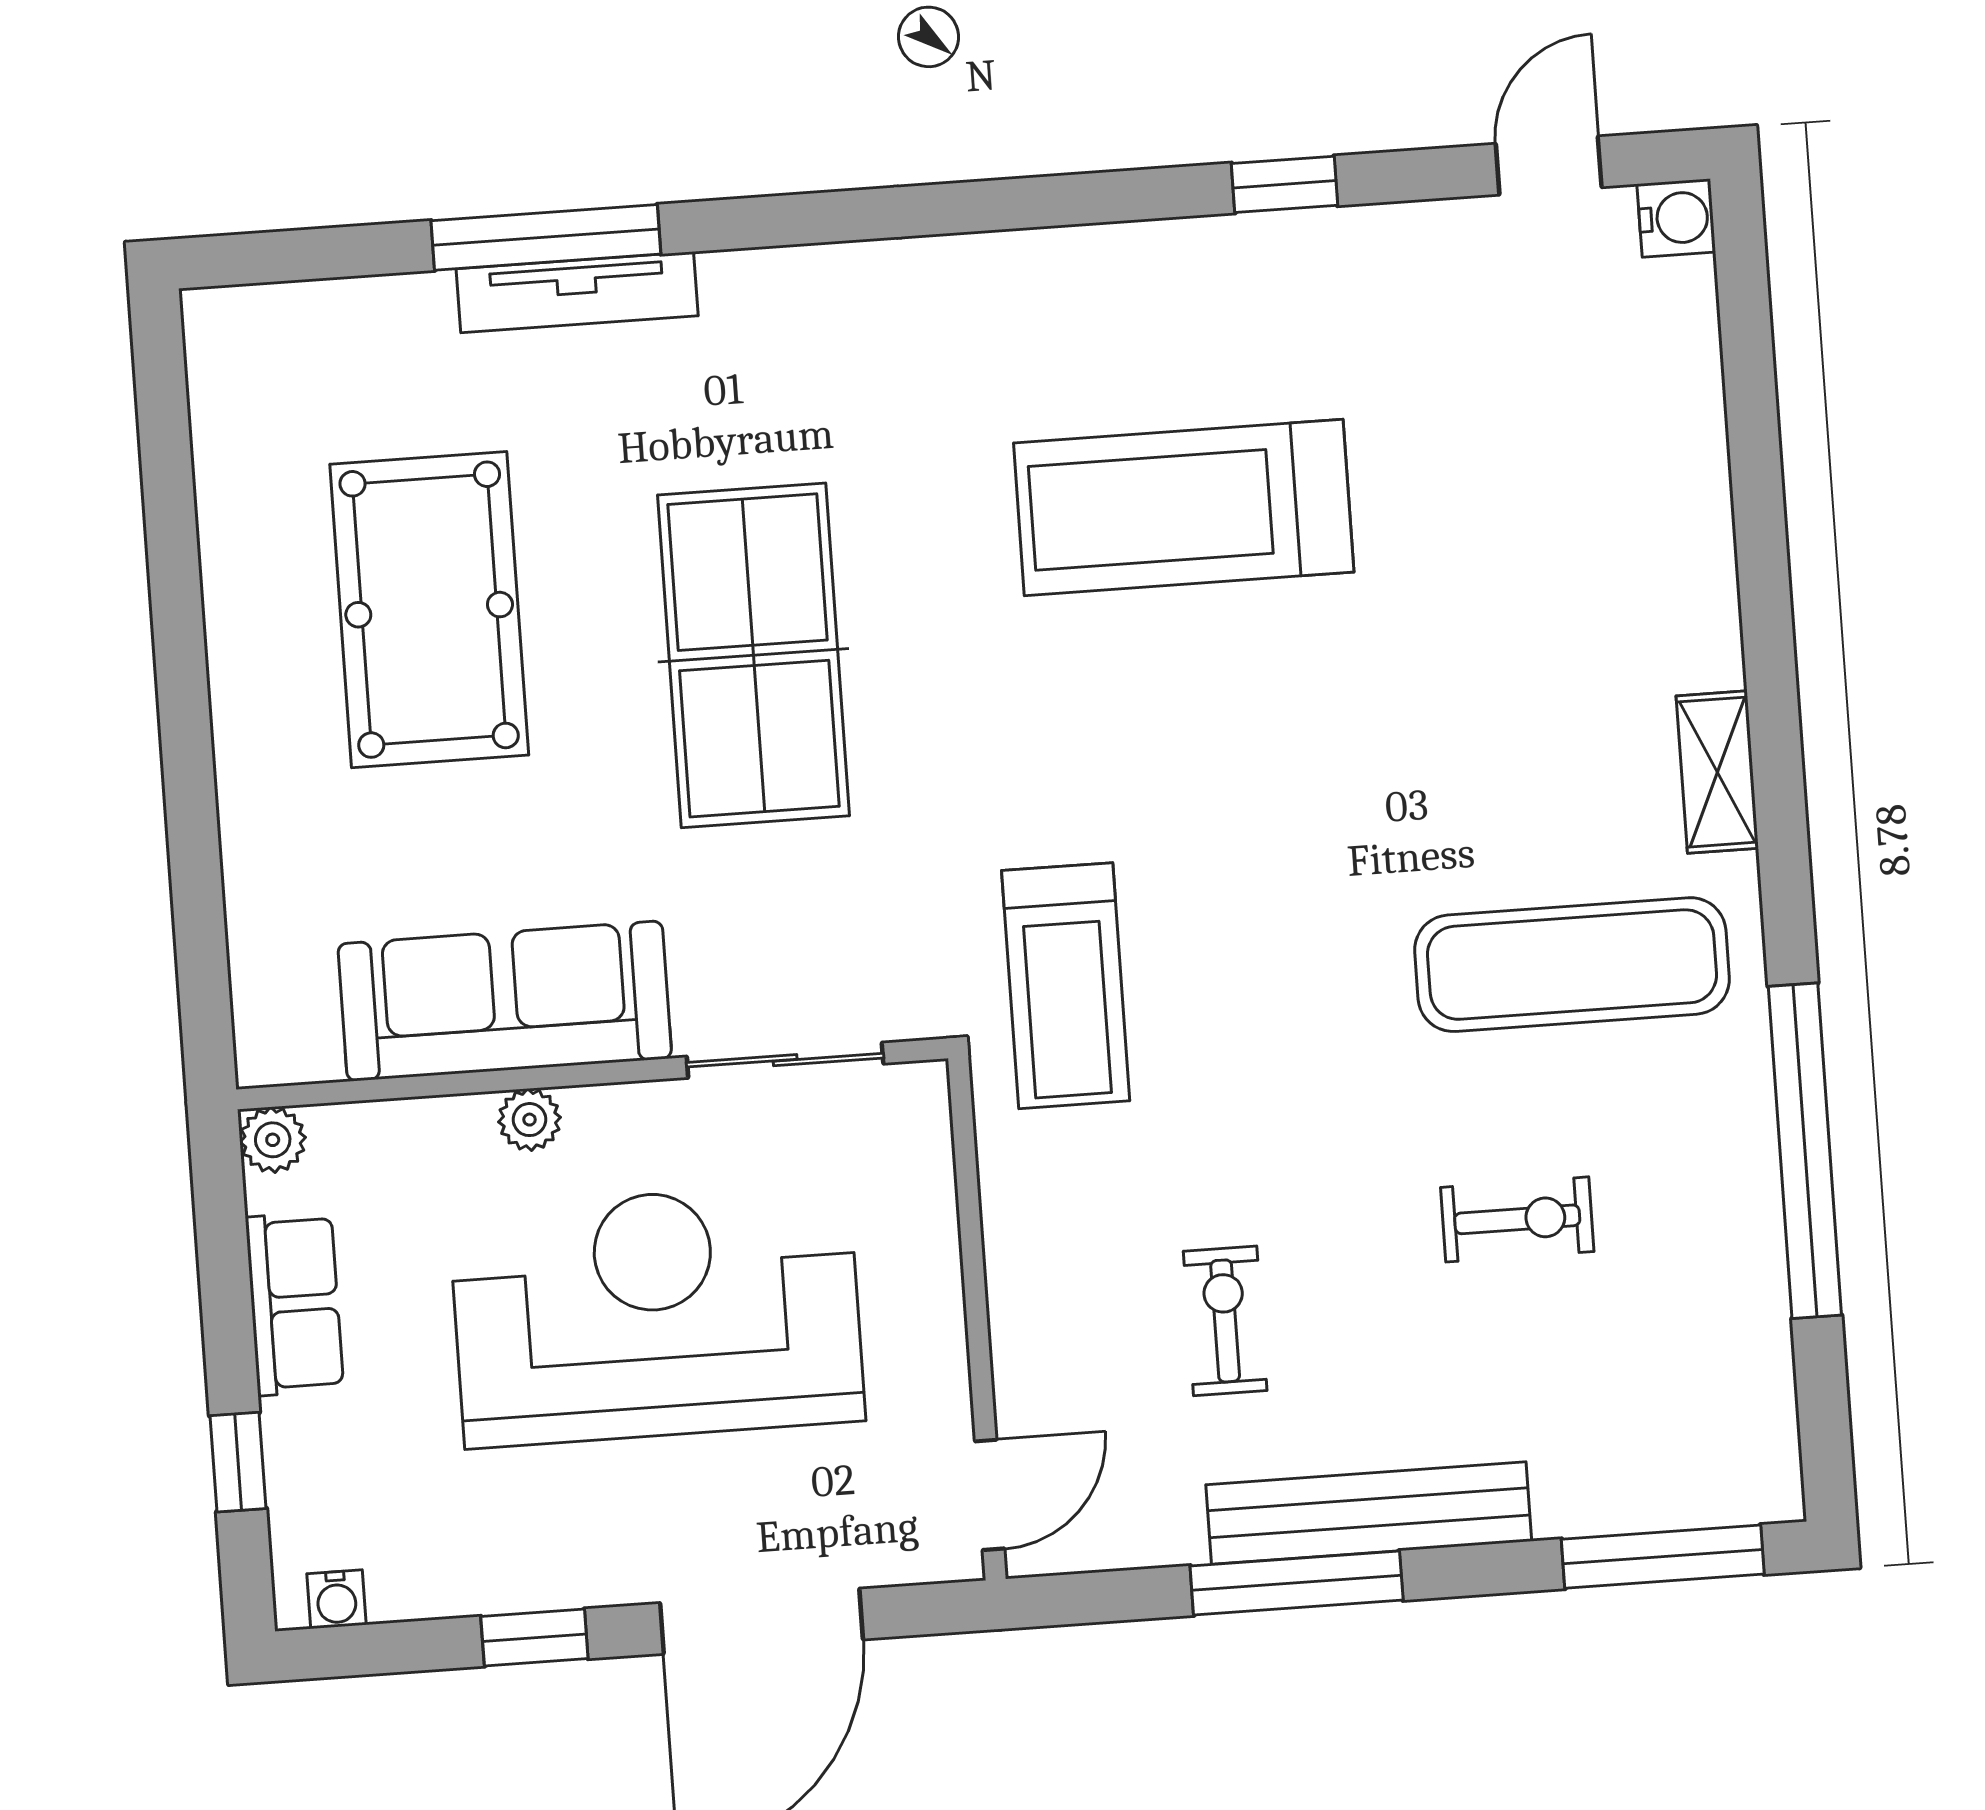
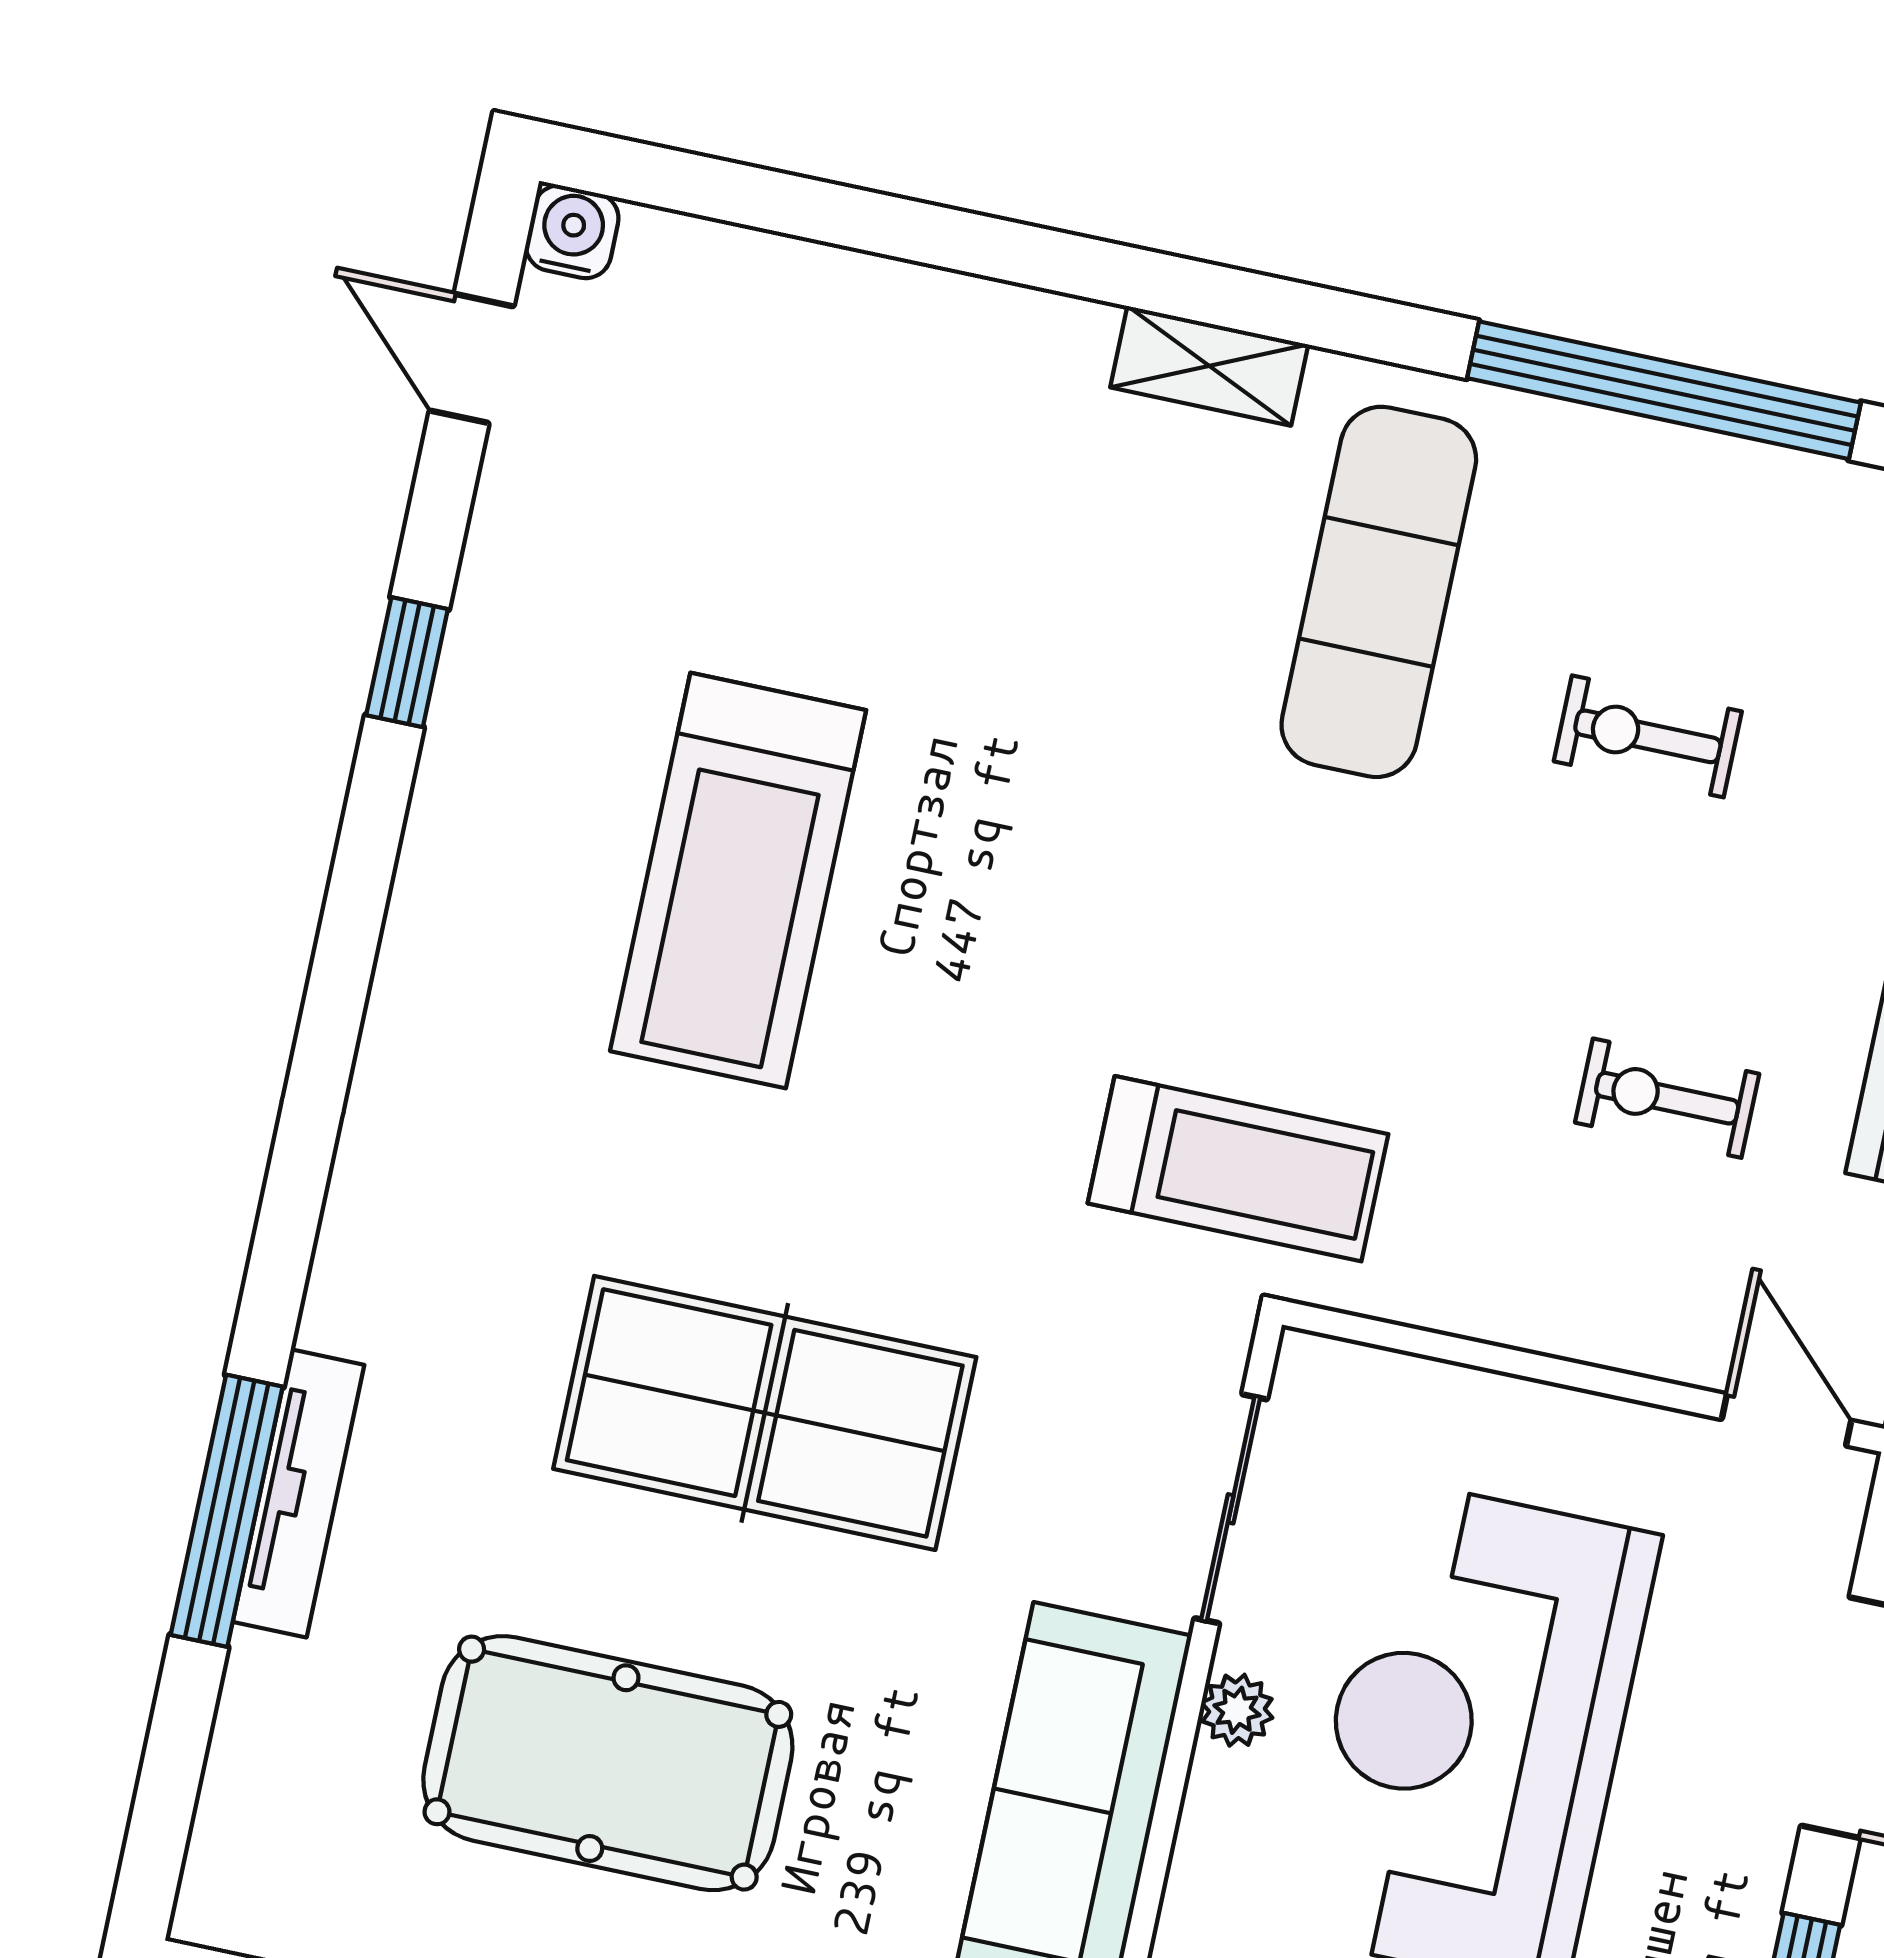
plant: (530, 1120) -> (1237, 1710), moved
exercise bike: (1517, 1219) -> (1648, 736), turned -90

